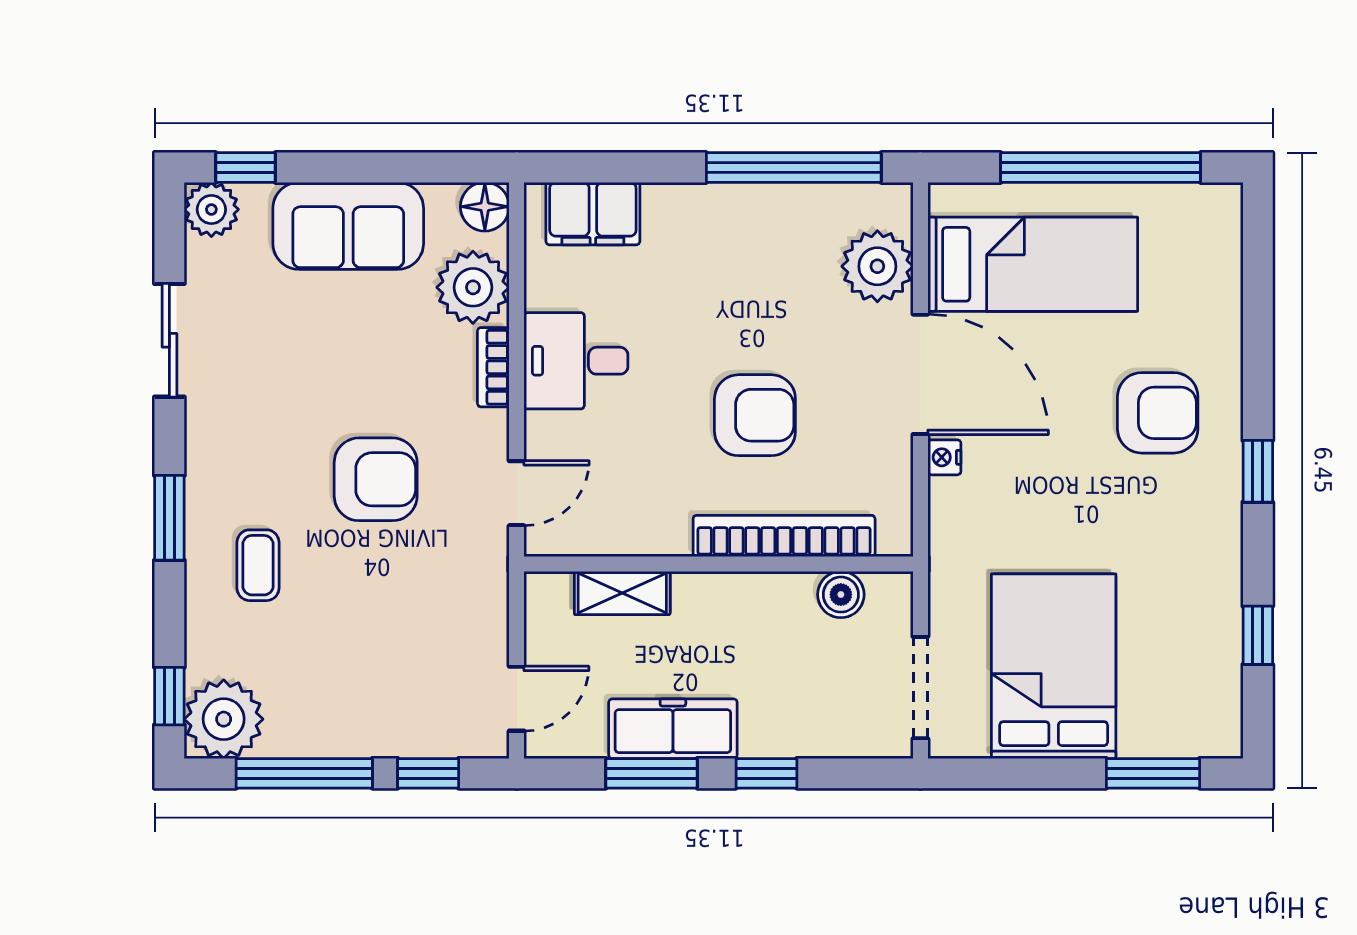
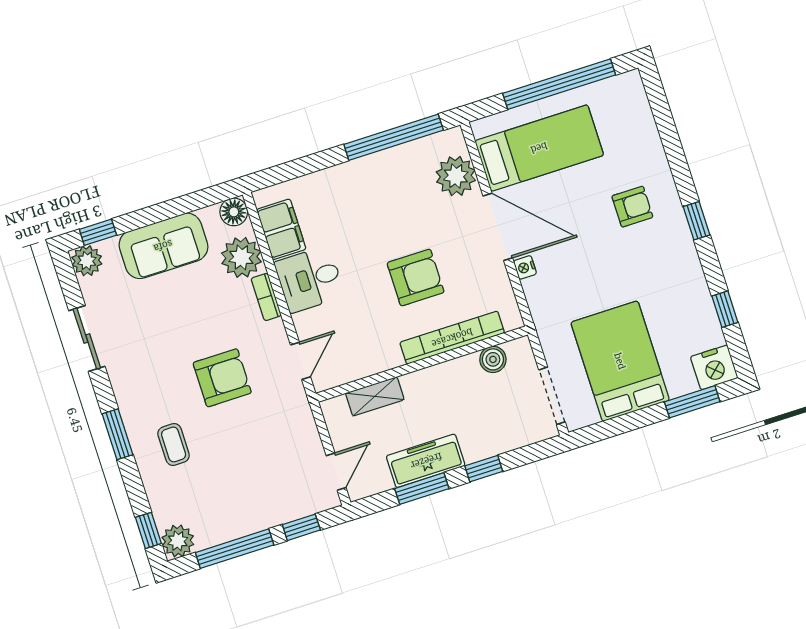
filing cabinet: (593, 214) -> (281, 229), moved, turned -90
armchair: (1158, 413) -> (632, 207), width x0.72, depth x0.72
plant: (224, 719) -> (178, 541), width x0.73, depth x0.73
nightstand: (1208, 727) -> (714, 367), added

